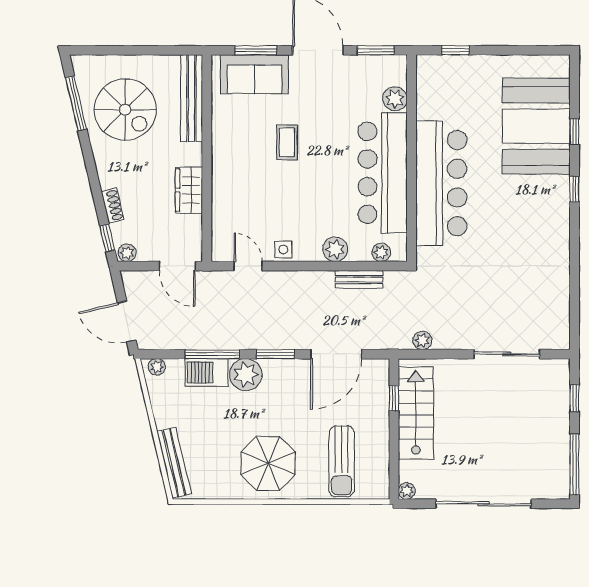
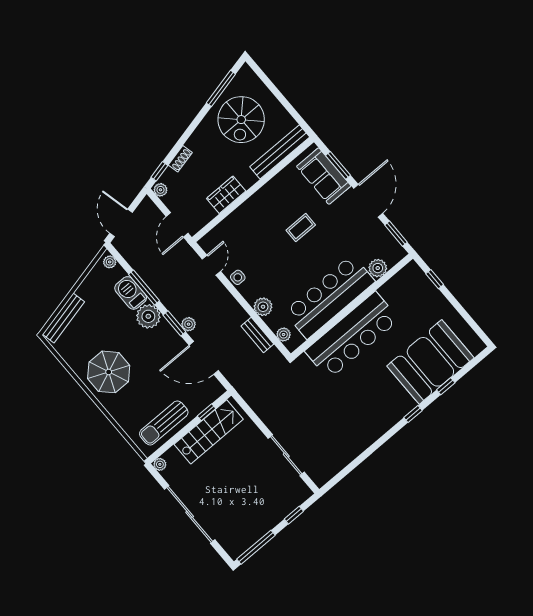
plant: (422, 340) -> (189, 324), moved
sun lounger: (342, 461) -> (164, 423), moved

